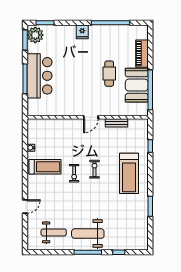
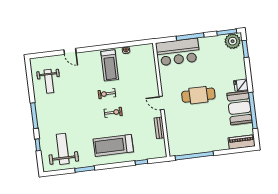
piano: (142, 54) -> (242, 142), moved
cafe table: (109, 74) -> (198, 95), moved, width x1.37, depth x1.35
bar counter: (40, 76) -> (178, 52), moved
booth: (137, 85) -> (240, 108), moved, turned 90
weight bench: (88, 234) -> (63, 149), moved

